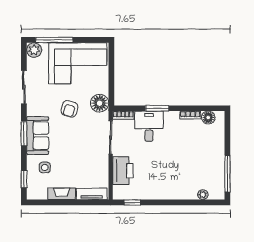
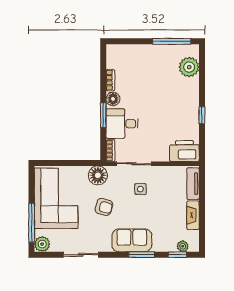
floor lamp: (208, 118) -> (113, 99), moved
window: (24, 134) -> (142, 255), moved
side table: (45, 167) -> (140, 189), moved
printer: (123, 171) -> (184, 151), moved
plant: (32, 184) -> (183, 246), added
plant: (203, 195) -> (189, 67), width x1.88, depth x1.88
window: (132, 202) -> (202, 115), moved

